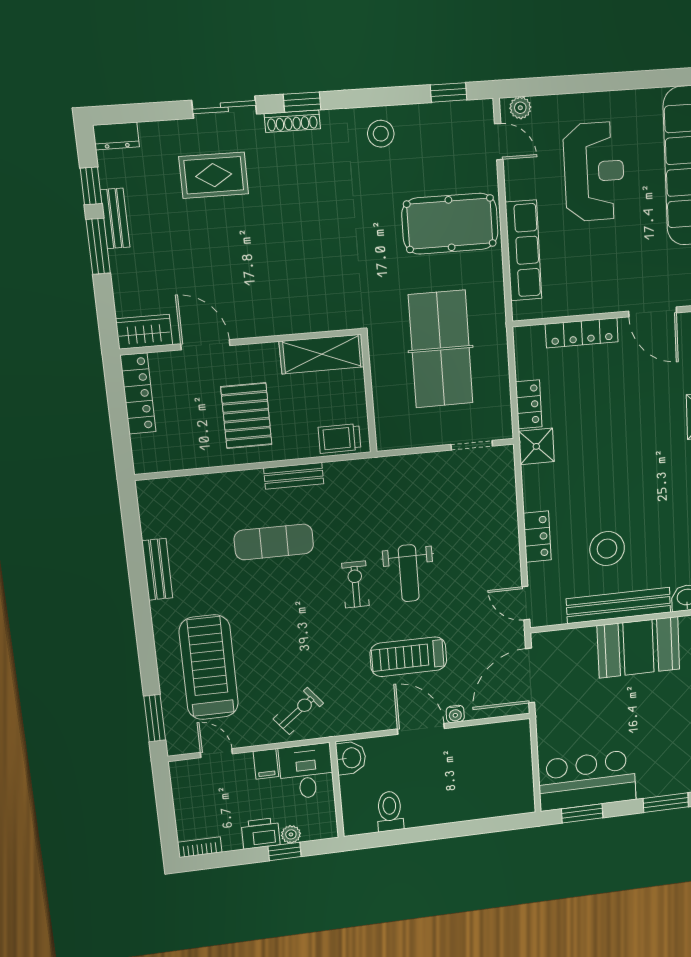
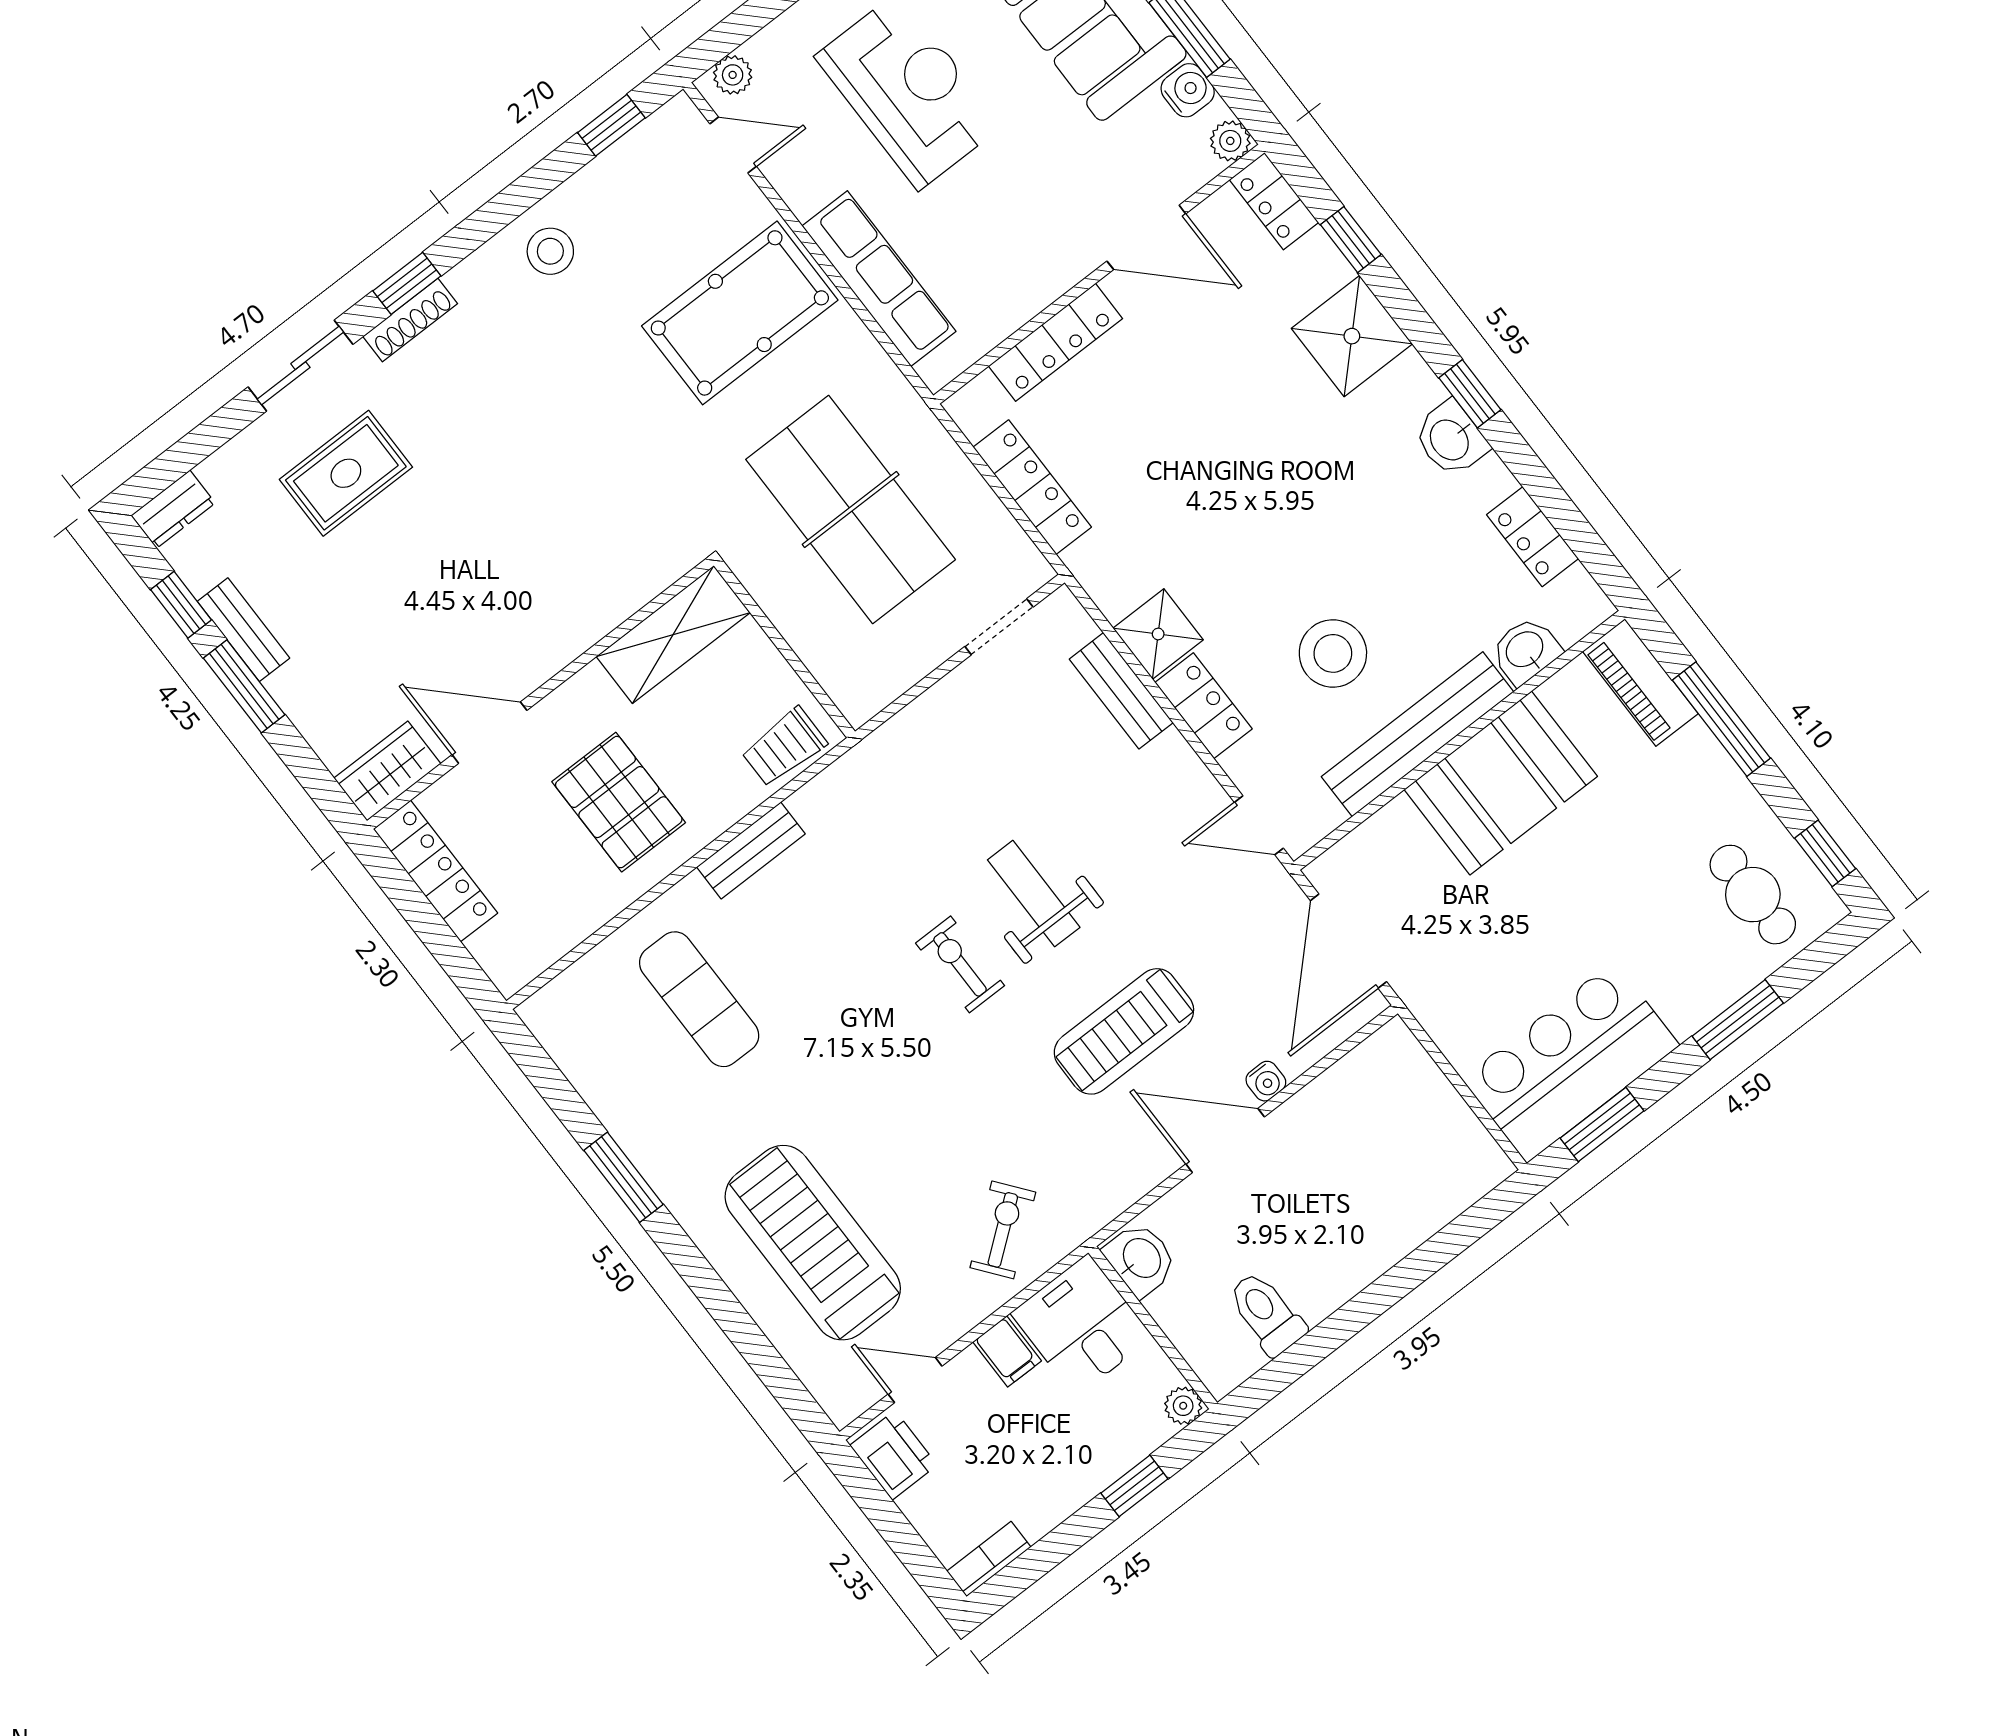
locker: (529, 404) -> (1032, 487), width x1.53
shower: (536, 446) -> (1158, 634), moved
exercise mat: (274, 542) -> (699, 999), moved, turned 90
bench: (157, 569) -> (1121, 691), moved
weight bench: (409, 573) -> (1034, 894), turned 180
window: (155, 718) -> (624, 1177), moved
printer: (261, 833) -> (894, 1455), moved, turned 90
plant: (291, 834) -> (1183, 1406), moved

